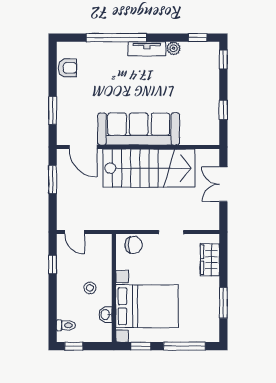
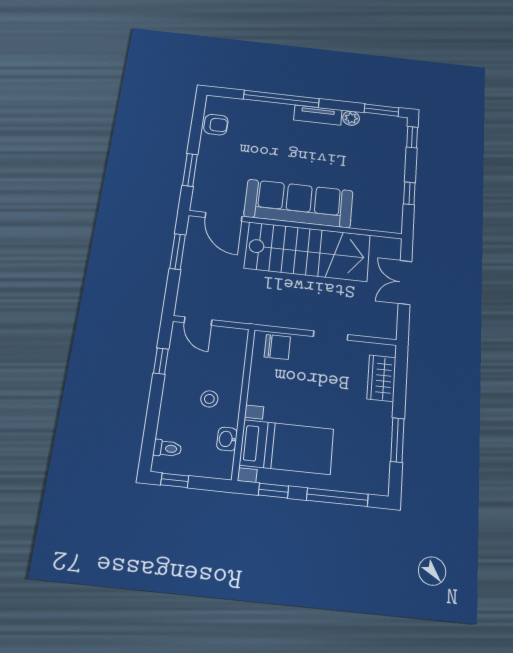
window: (198, 38) -> (382, 110), width x1.50
bed with nightstands: (147, 306) -> (287, 447), width x0.73

